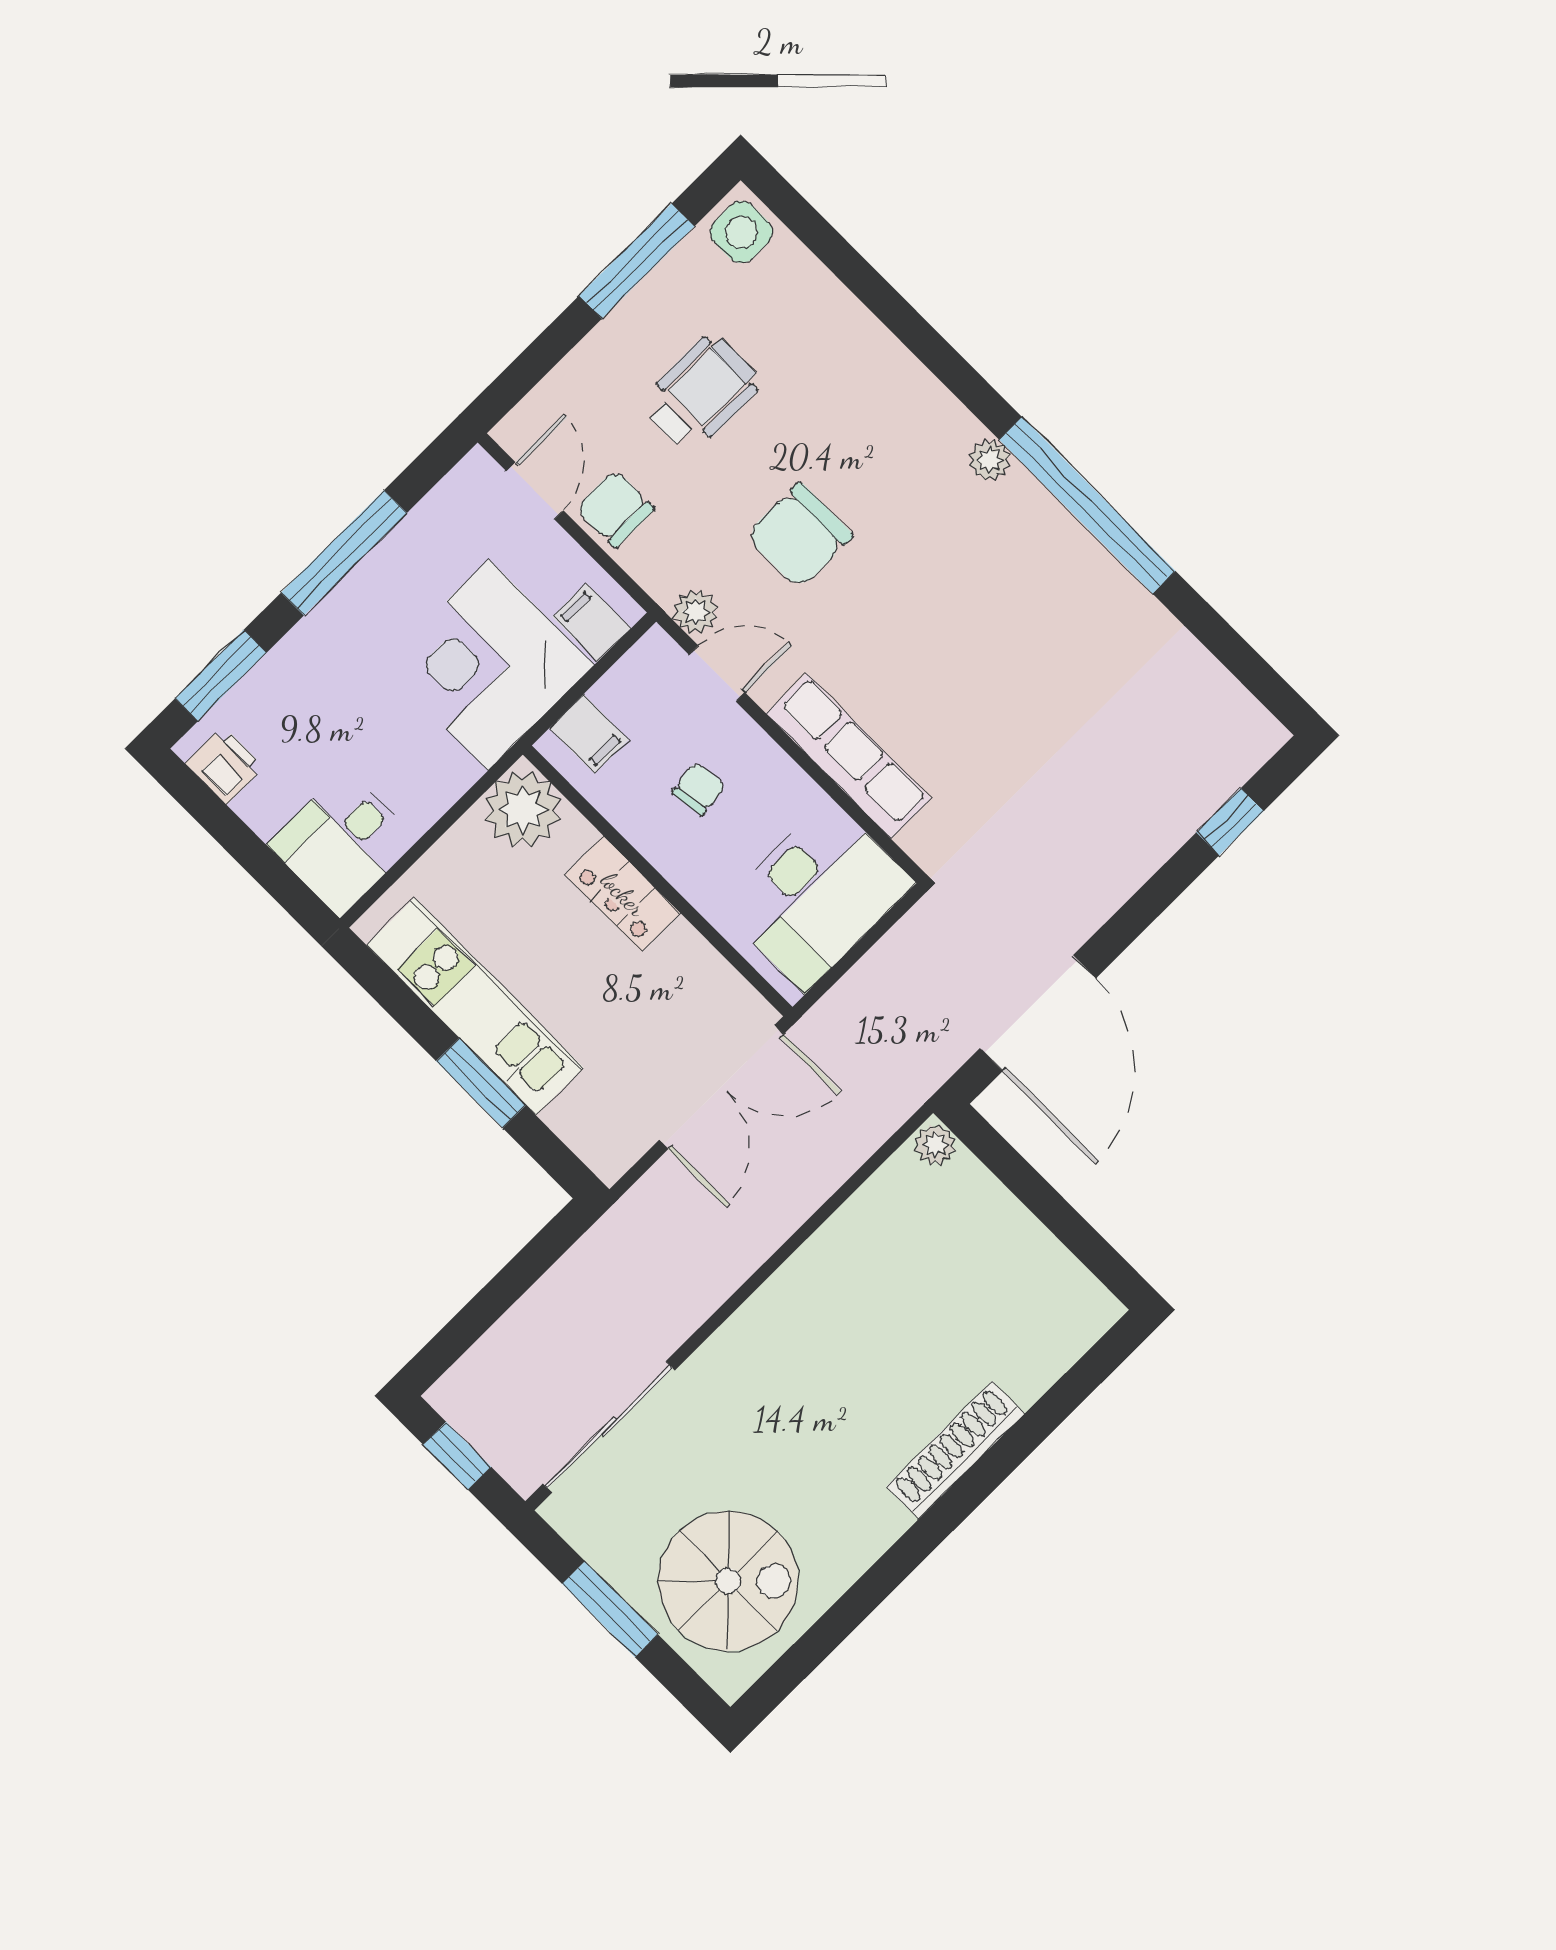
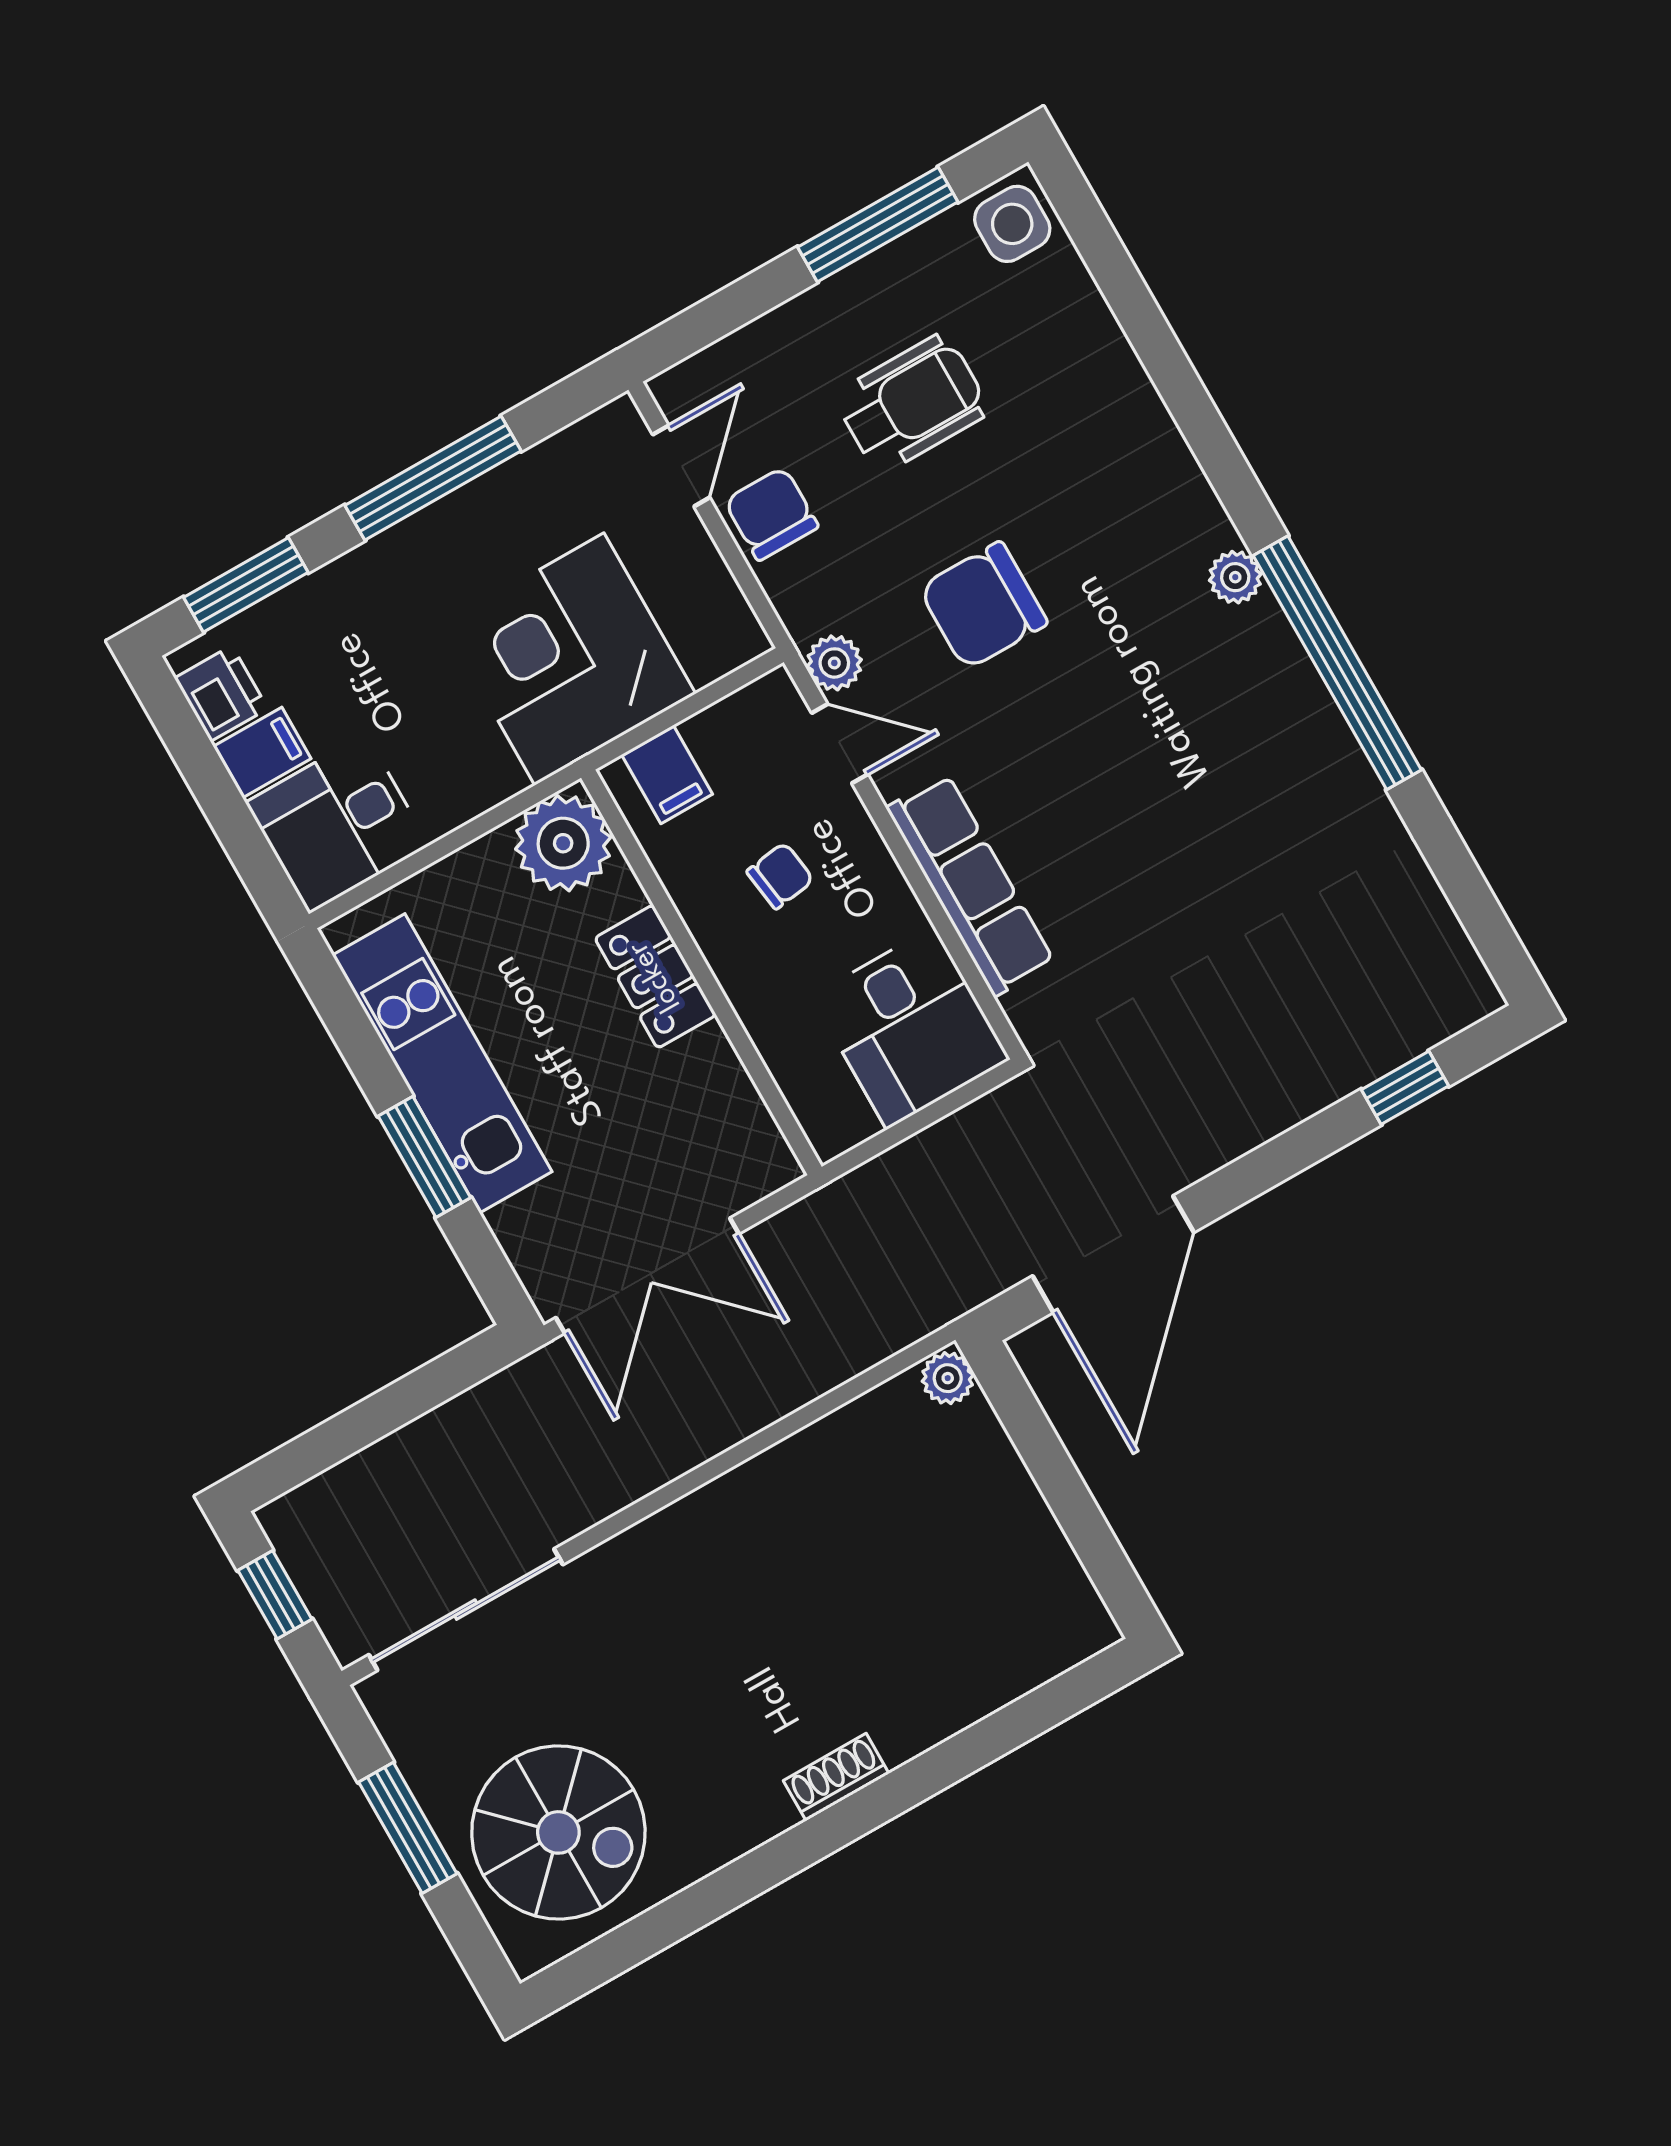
filing cabinet: (592, 622) -> (262, 752), moved, turned 90
desk: (817, 895) -> (910, 1028), width x0.73
double door: (721, 1087) -> (647, 1276), moved
shoe rack: (955, 1450) -> (836, 1777), width x0.51, depth x0.81

